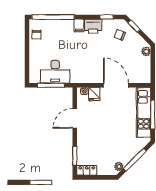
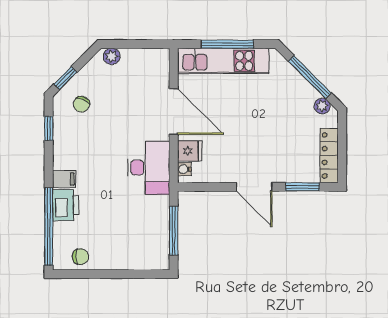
printer: (93, 26) -> (66, 205), moved
desk: (55, 72) -> (149, 168), moved
door: (116, 85) -> (174, 112), swing flipped
door: (75, 118) -> (254, 187), moved
locker: (87, 170) -> (329, 155), width x1.53

